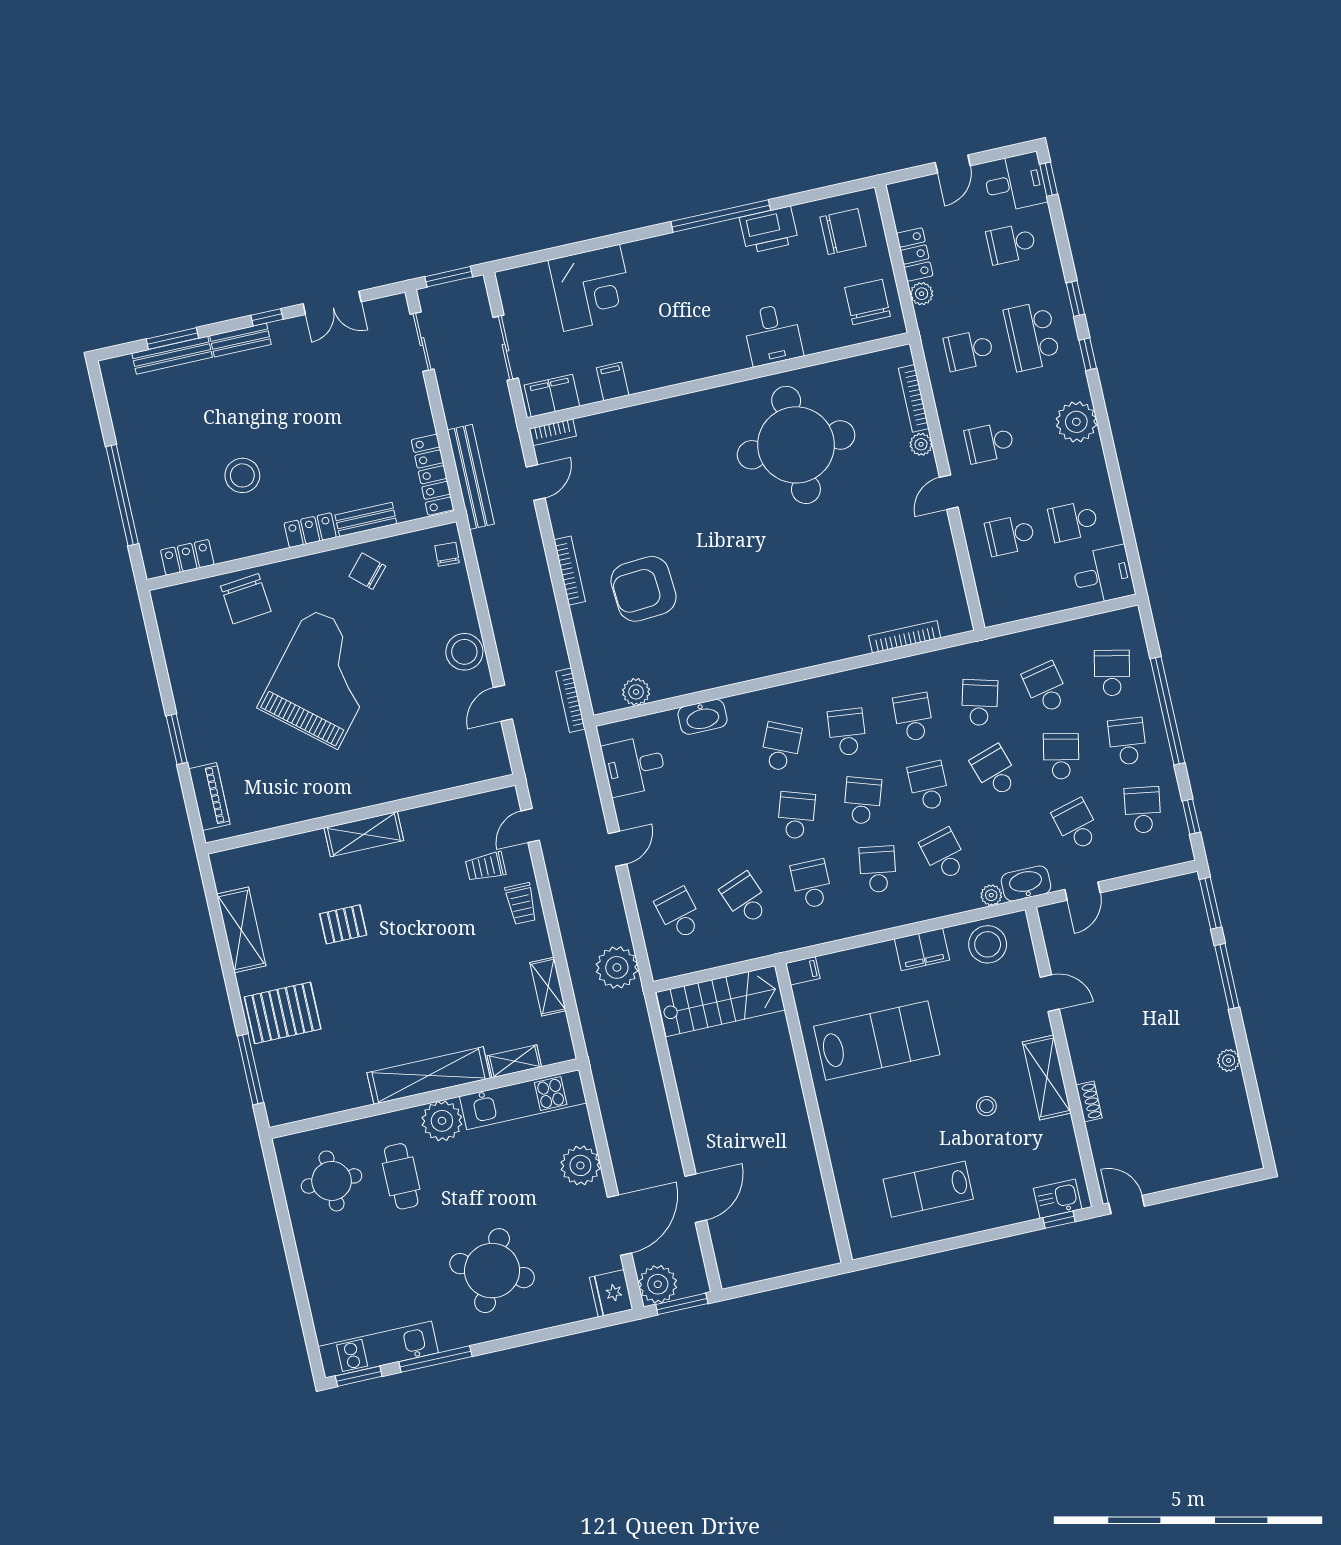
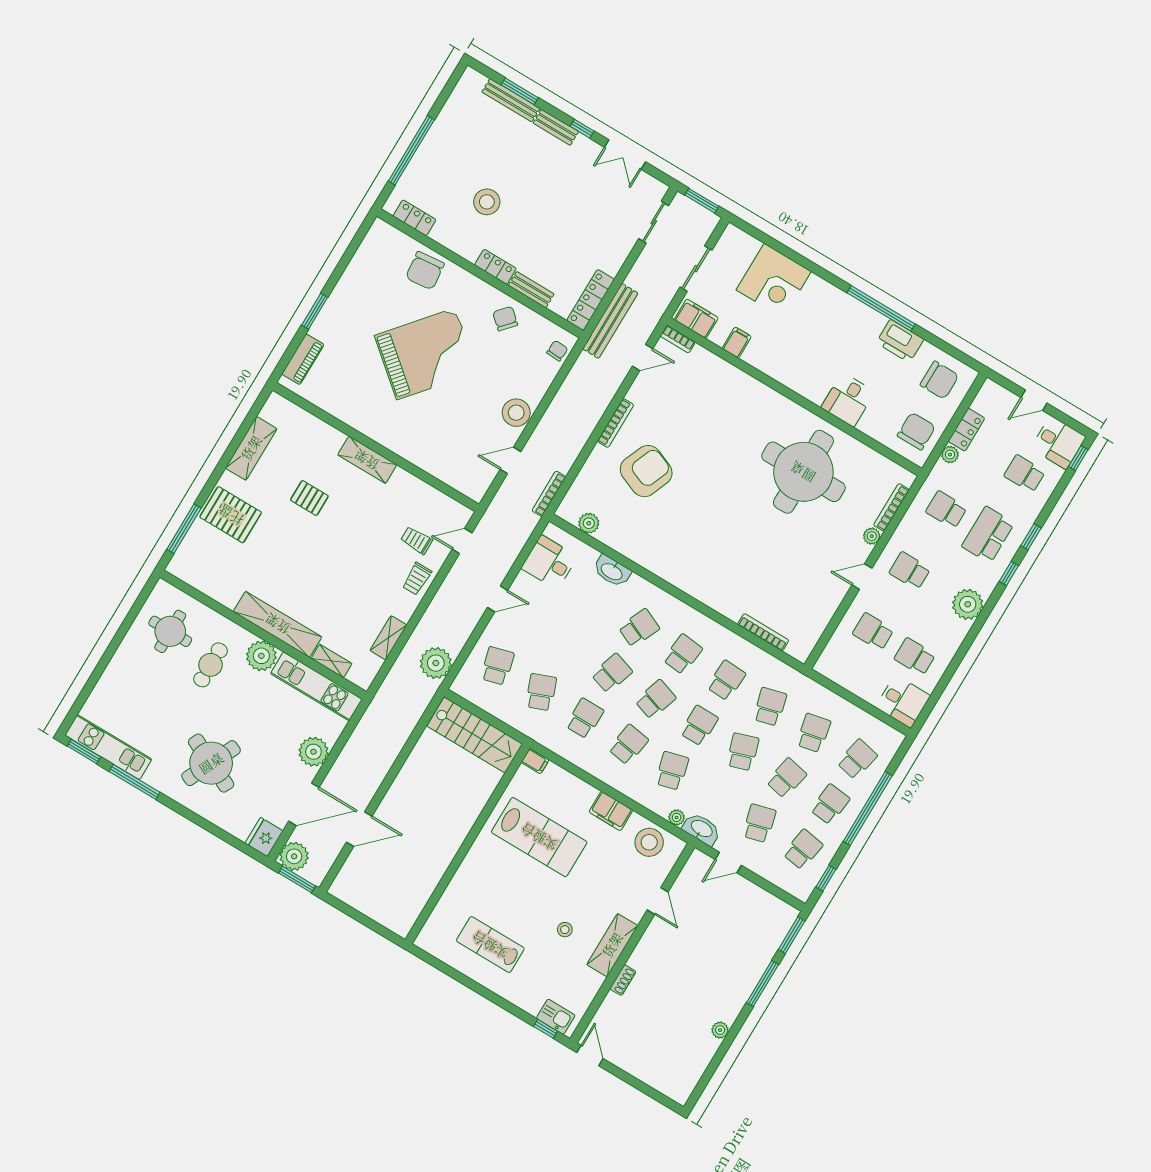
armchair: (644, 589) -> (646, 471), turned 116
school desk: (980, 702) -> (770, 707), turned -30

